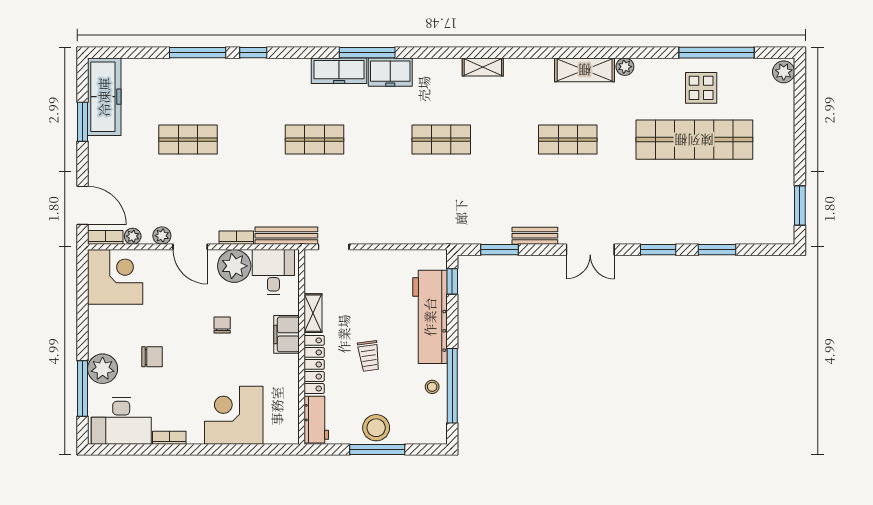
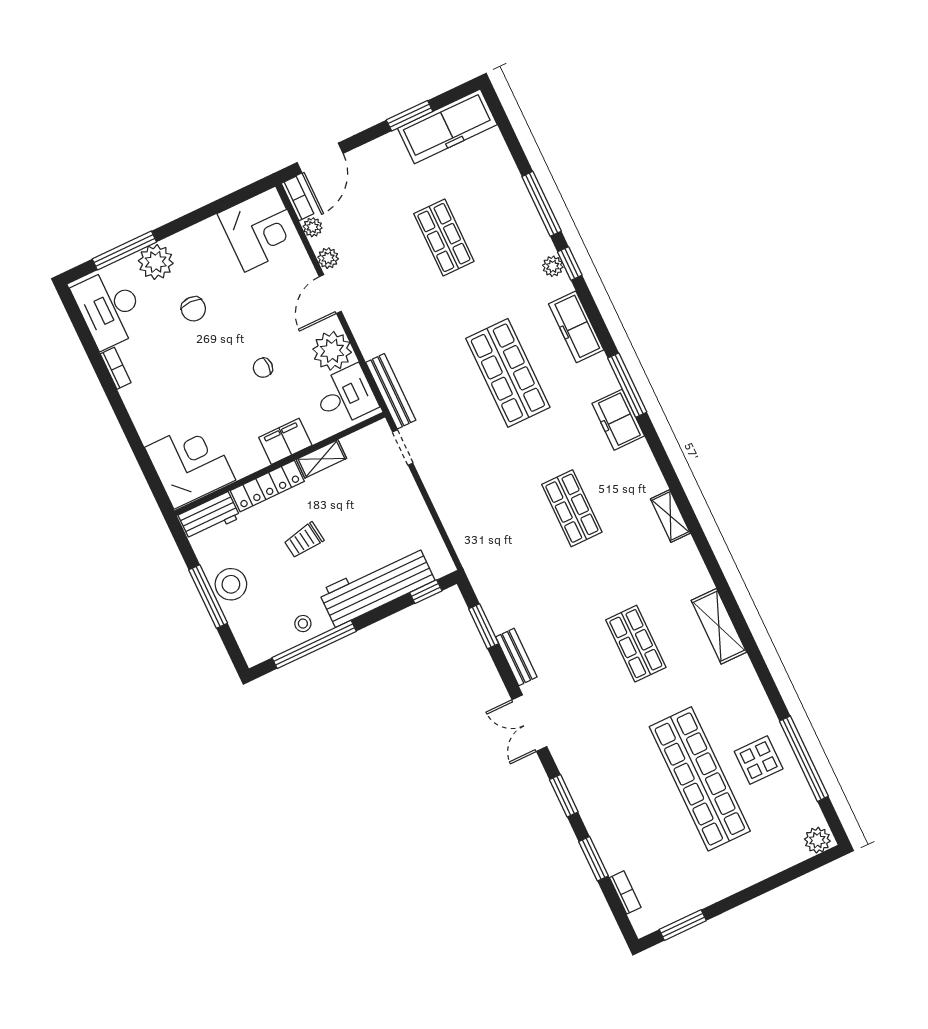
plant: (625, 67) -> (553, 266), moved
freezer: (339, 71) -> (576, 327), moved
shop shelf: (315, 140) -> (508, 373), width x1.43, depth x1.36
bookcase: (236, 238) -> (625, 892), moved
chair: (222, 325) -> (263, 368), turned 180
corner desk: (234, 415) -> (190, 464), moved

